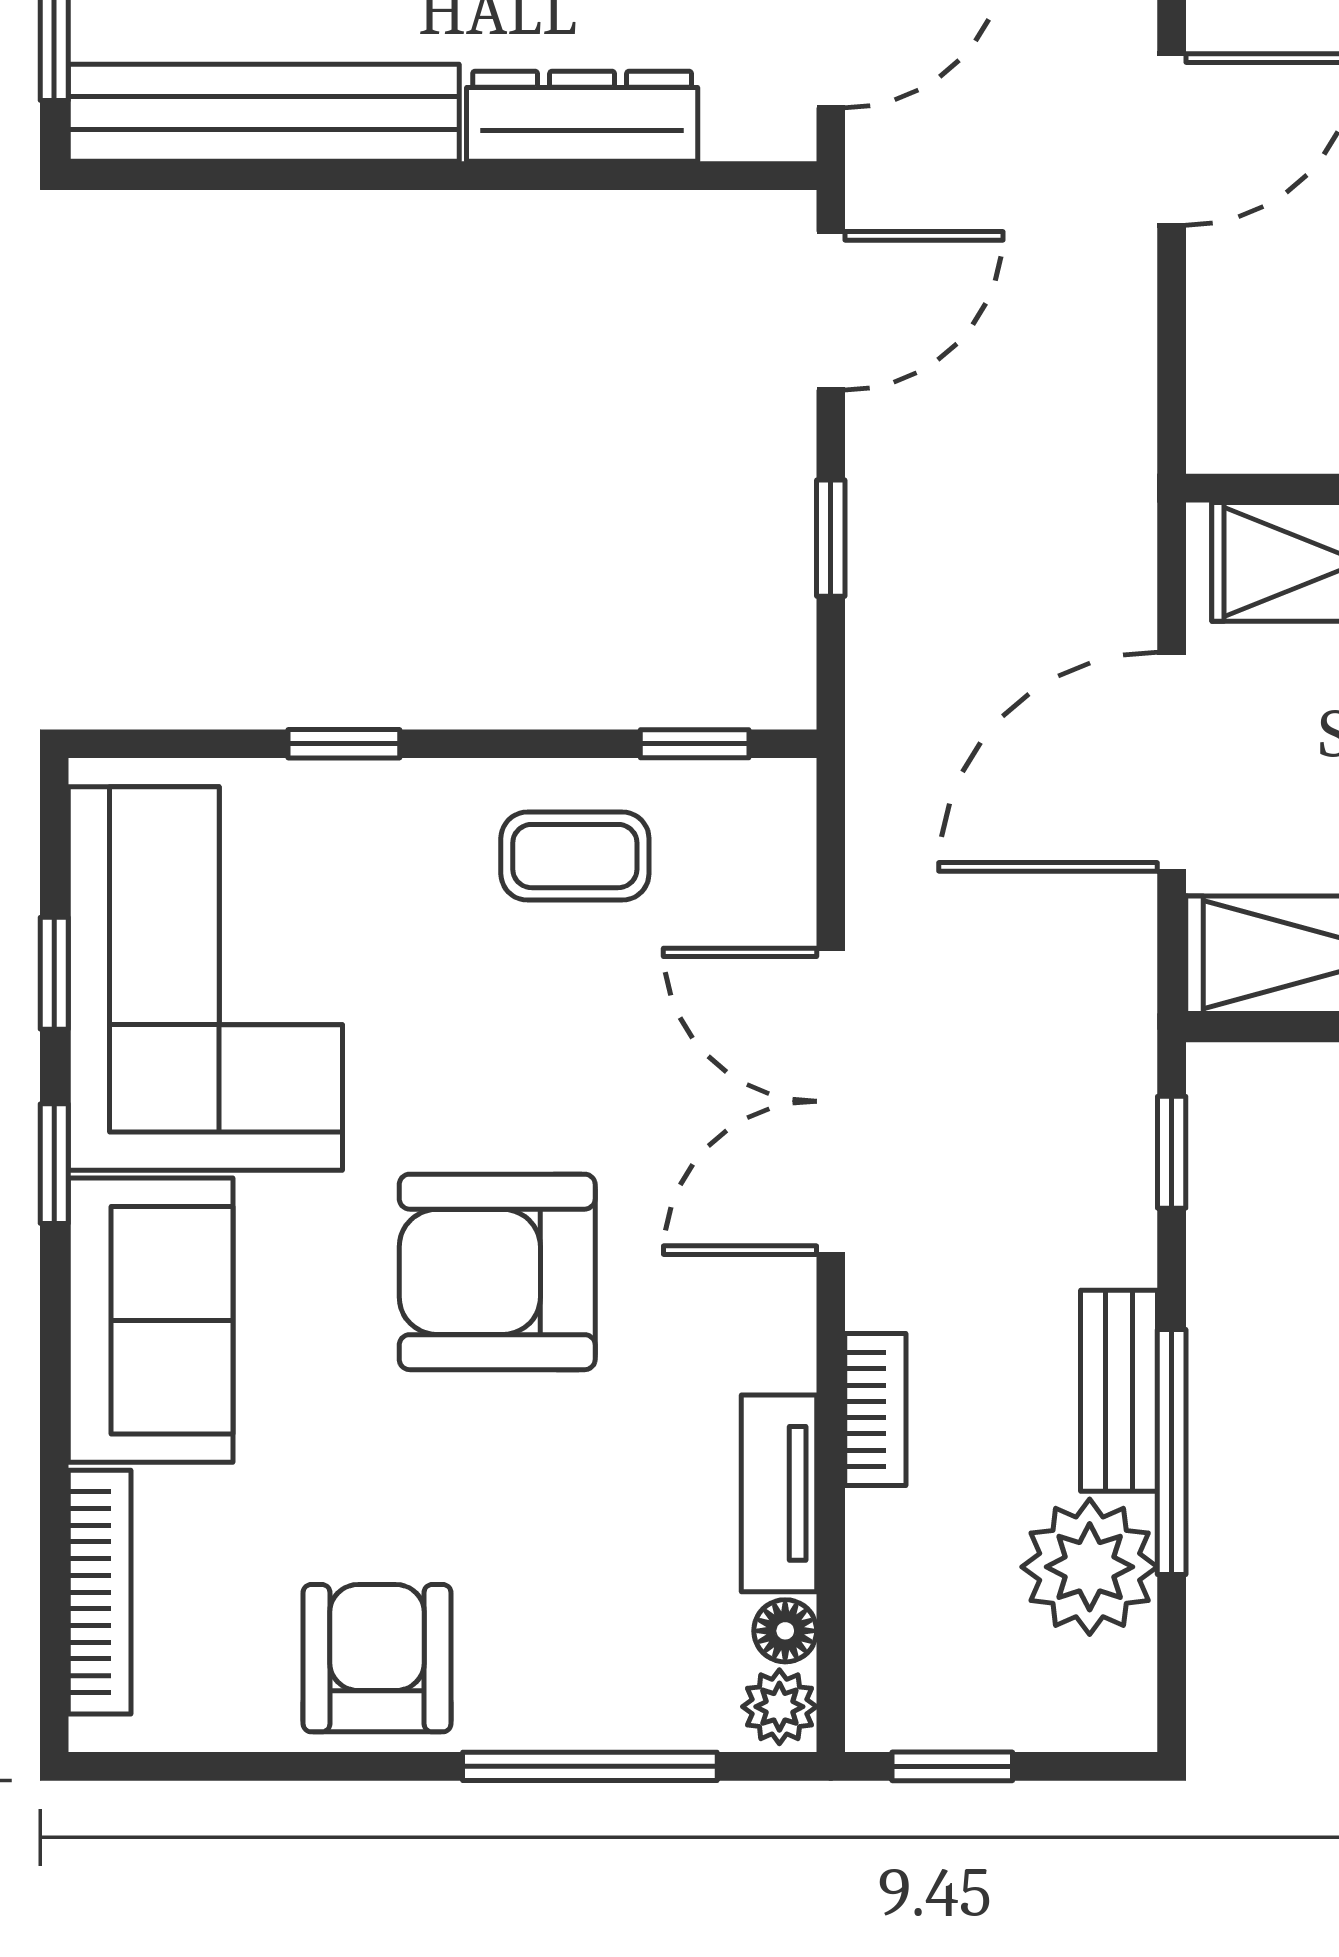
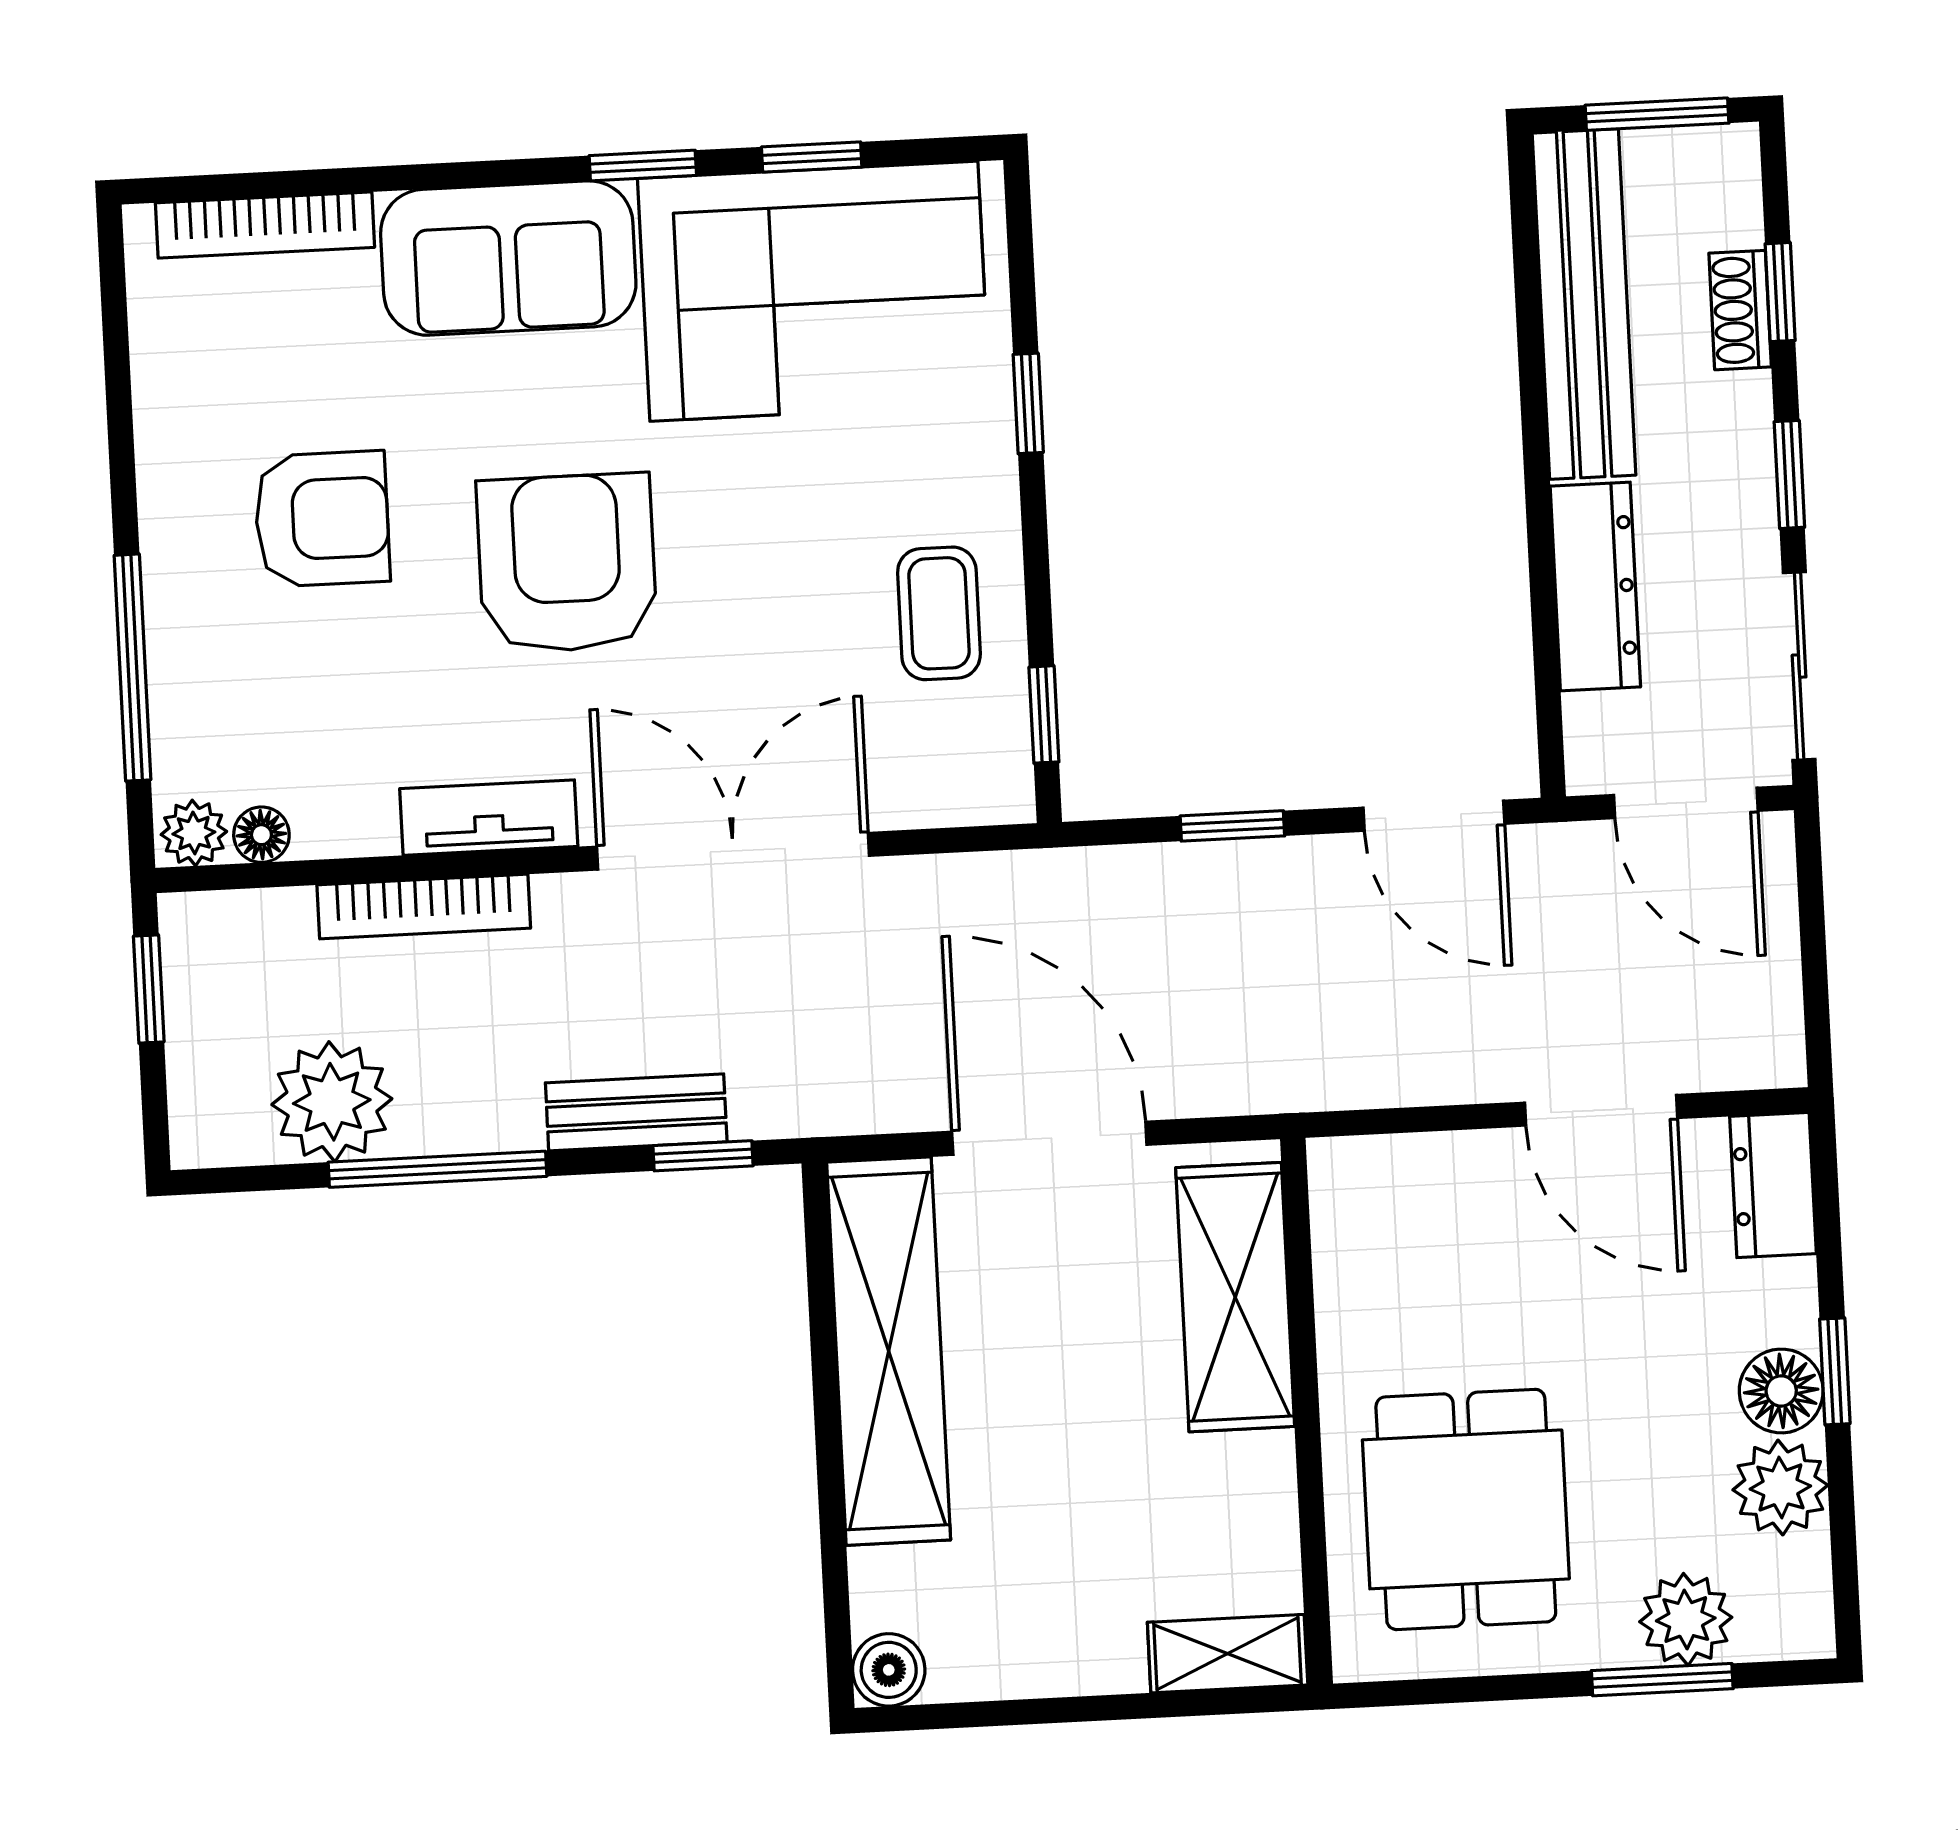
bench: (1119, 1391) -> (636, 1112), moved
bookcase: (875, 1410) -> (424, 907), width x1.56
tv unit: (779, 1493) -> (489, 818), moved
armchair: (377, 1658) -> (322, 519), moved

